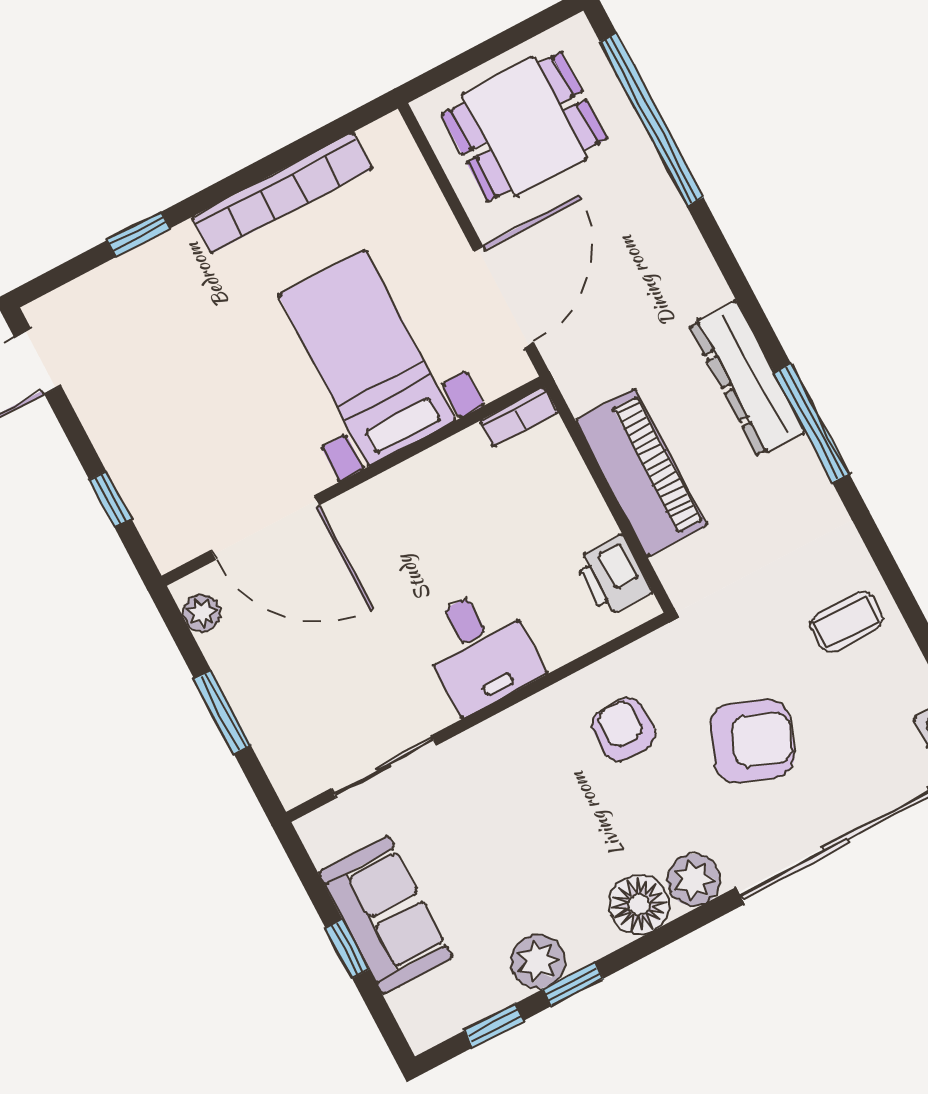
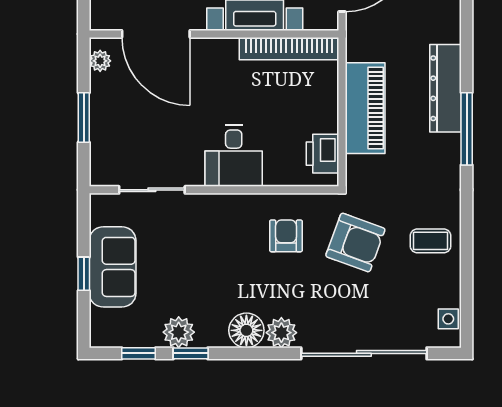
bookcase: (519, 417) -> (289, 49), width x2.31, depth x1.31
armchair: (752, 741) -> (355, 243), moved

